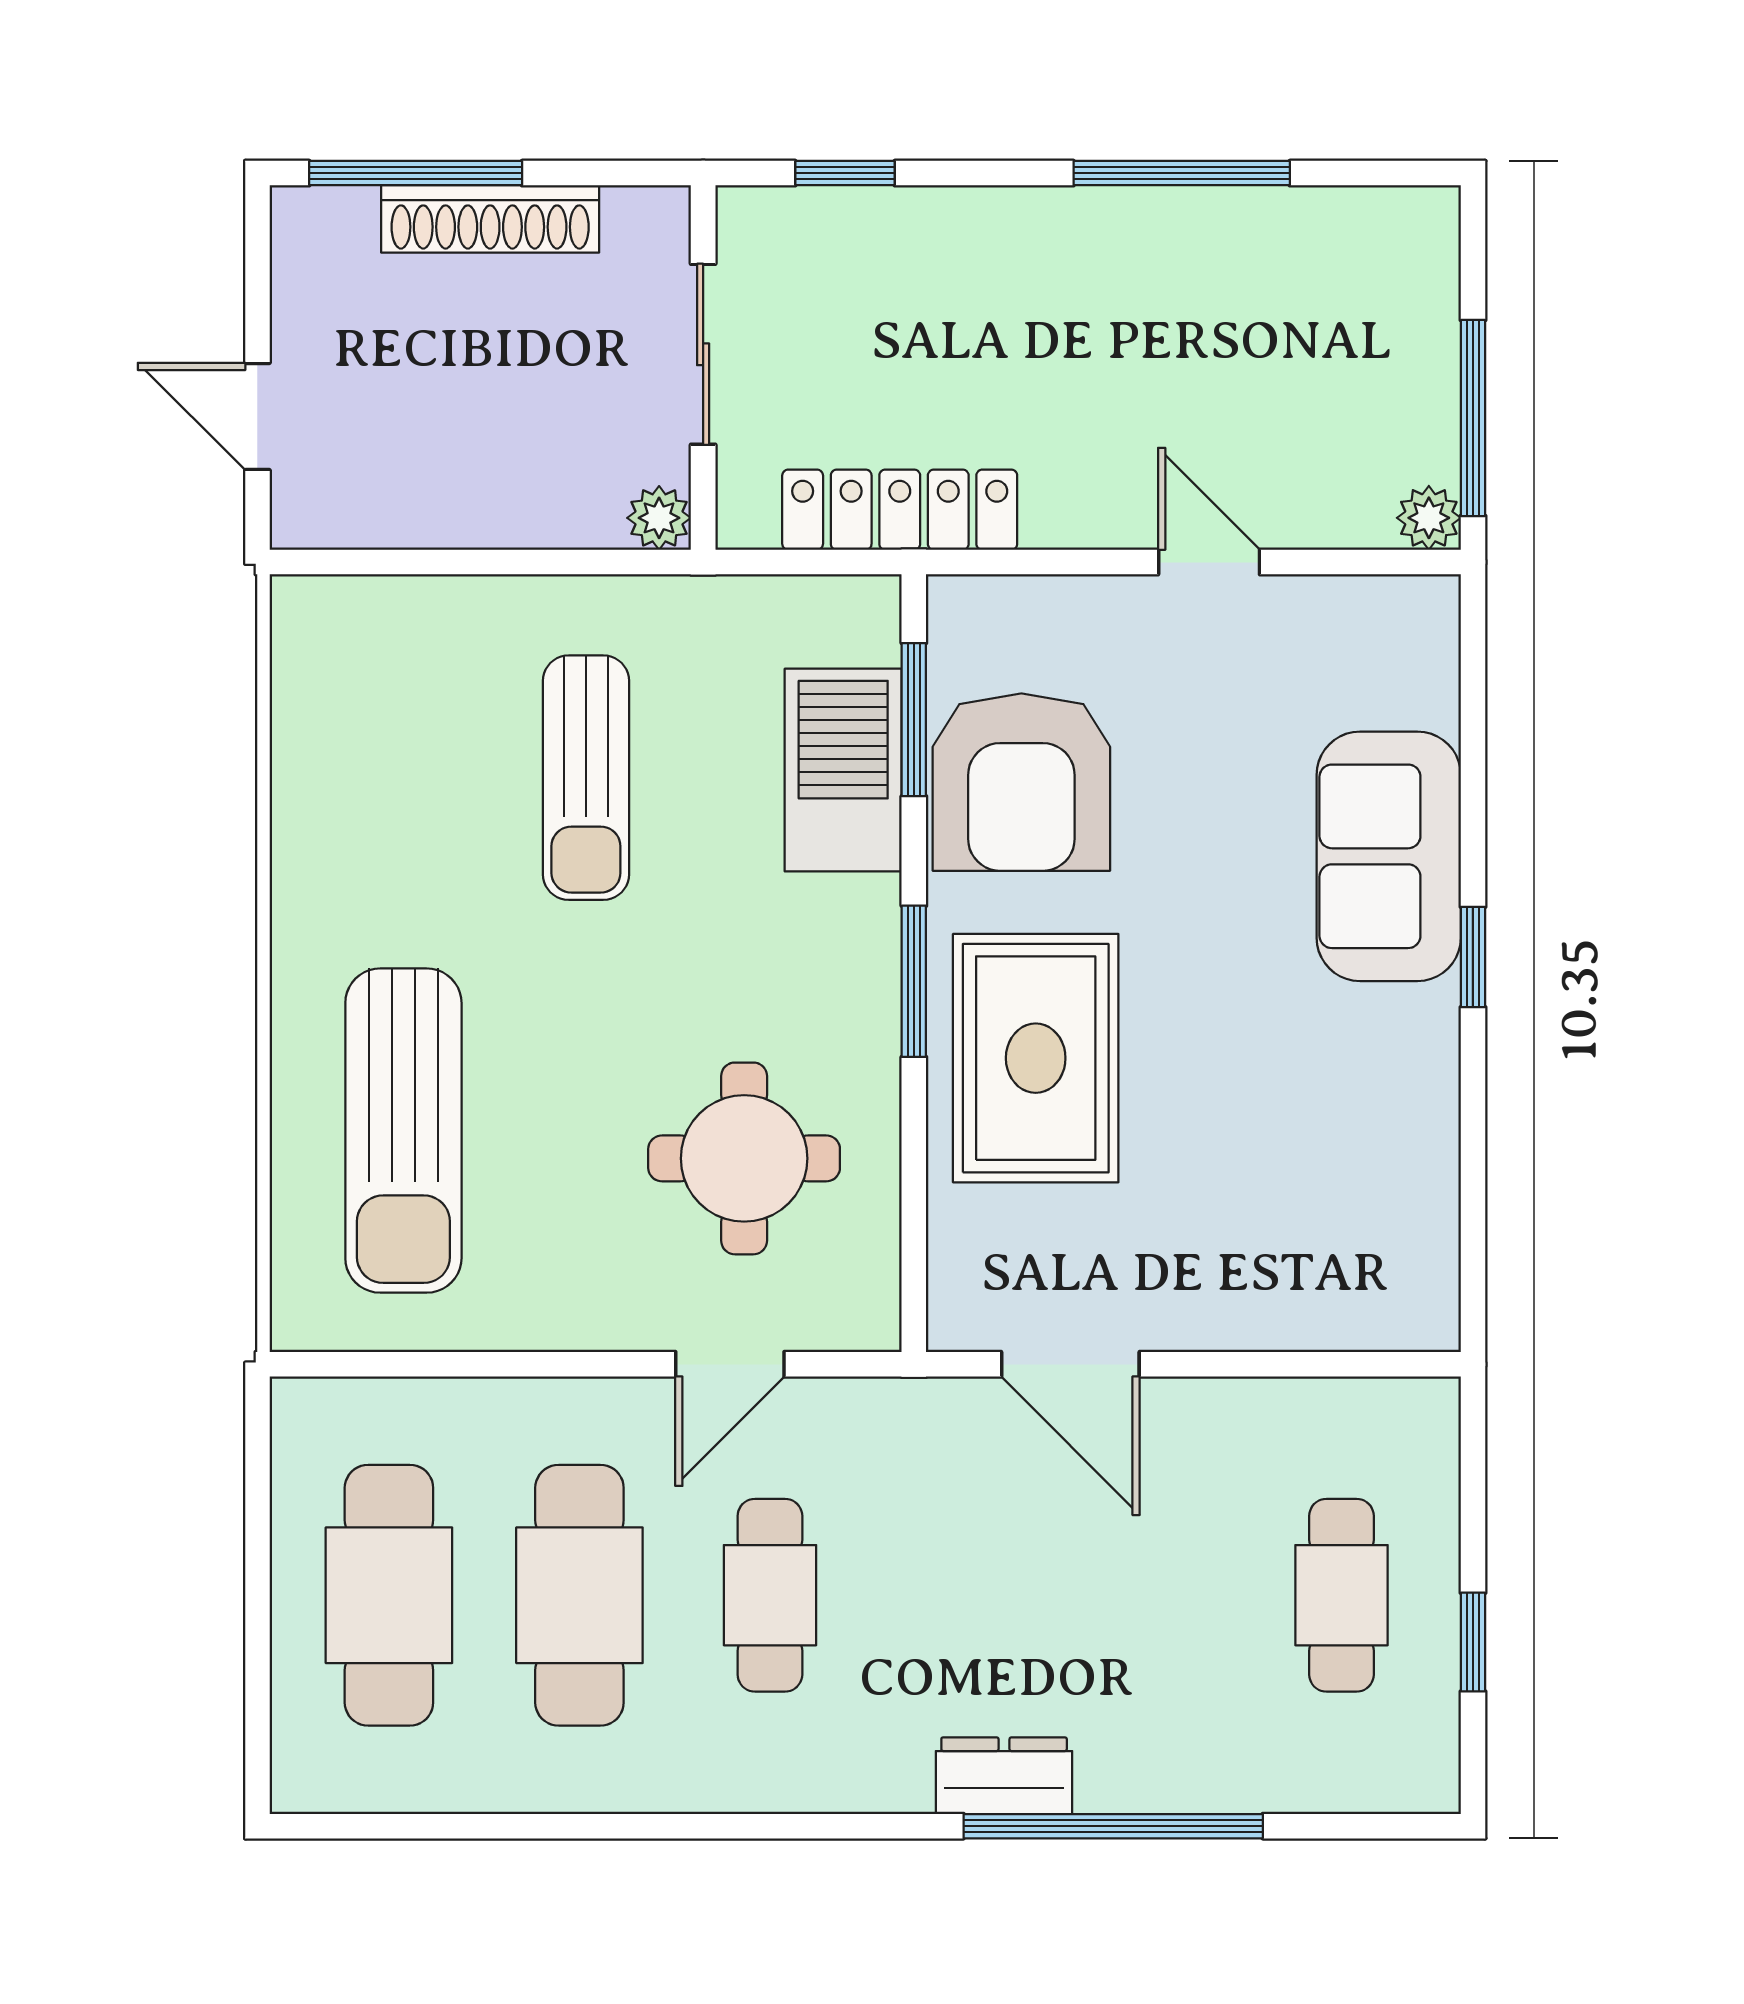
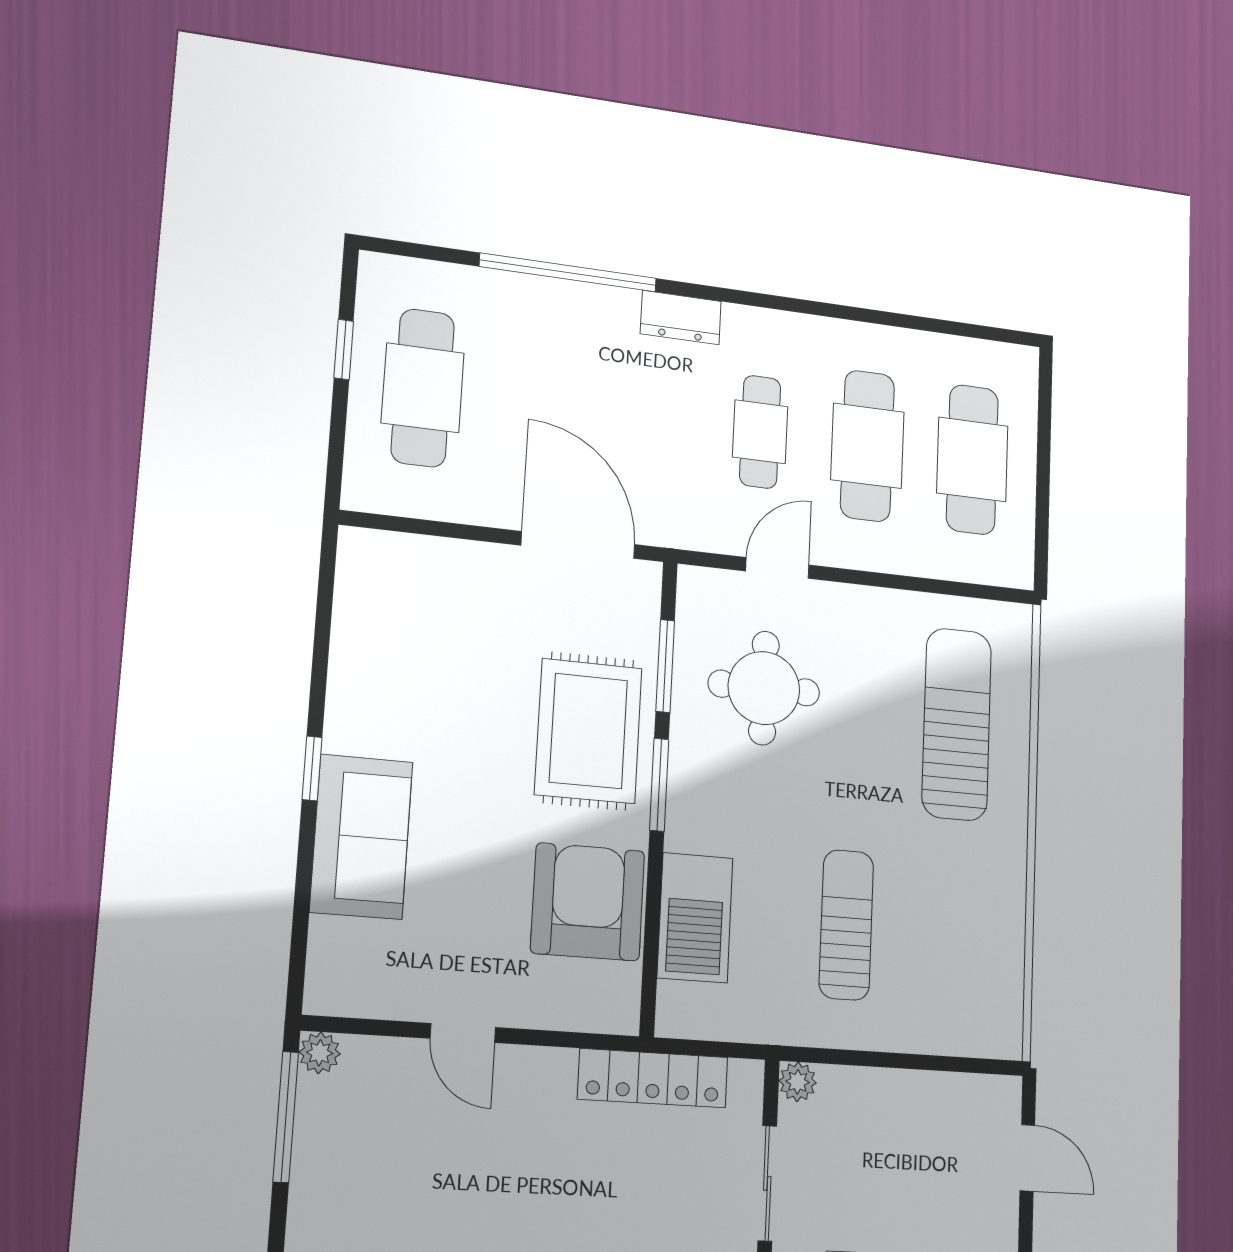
window: (914, 720) -> (665, 666), moved
door: (1070, 1364) -> (578, 545), width x1.36
cafe table: (1341, 1595) -> (423, 388), width x1.37, depth x1.35
dresser: (1004, 1776) -> (681, 318), moved

